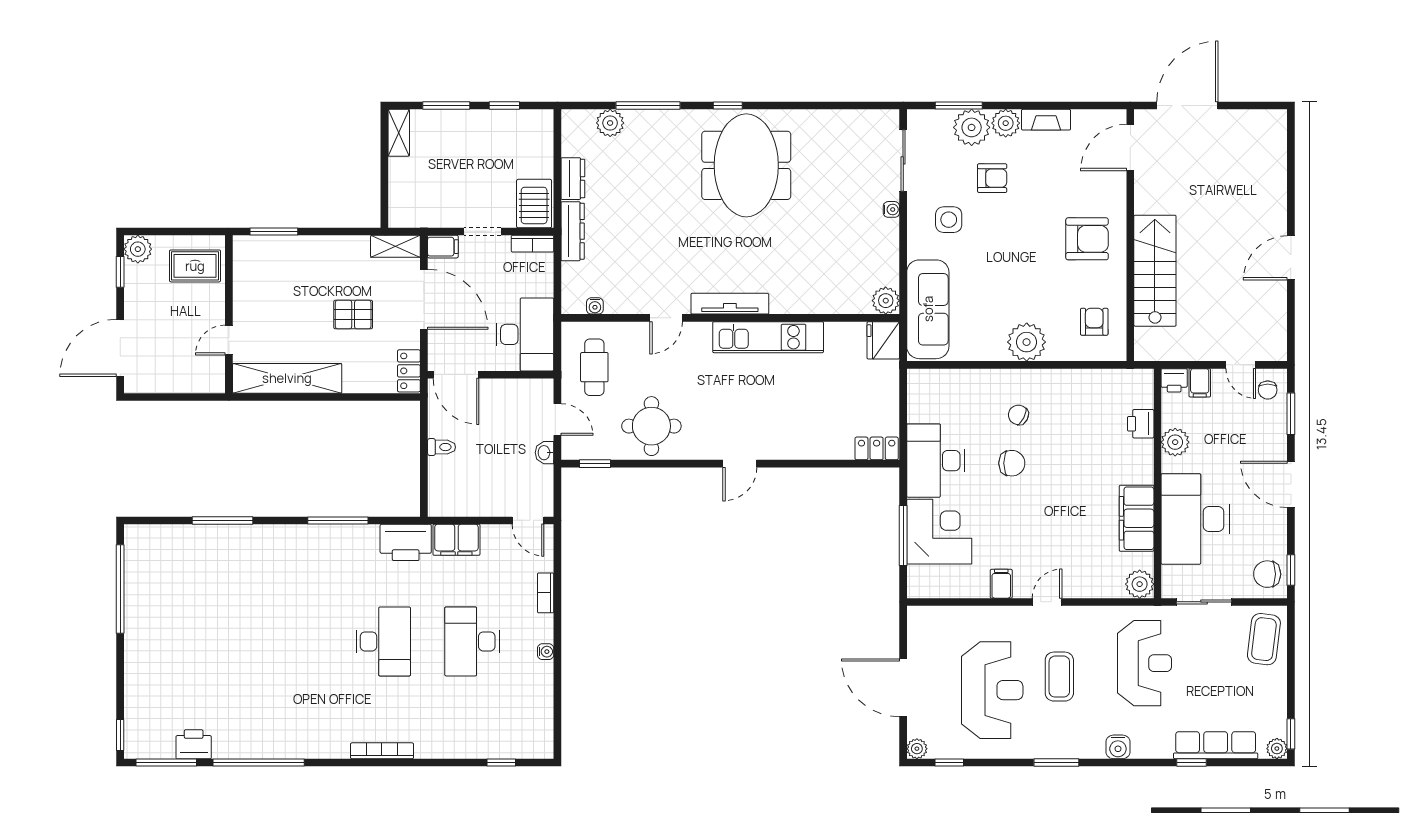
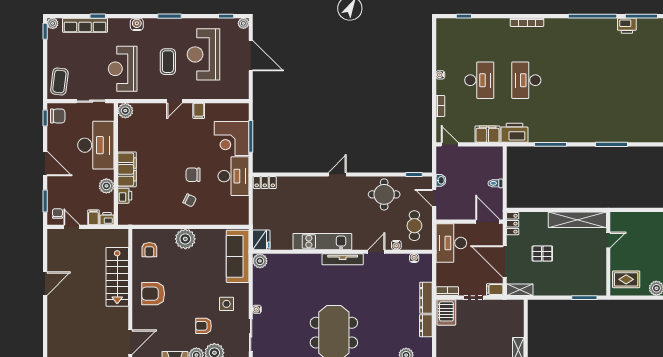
water cooler: (629, 331) -> (396, 245), added
filing cabinet: (1137, 518) -> (127, 169), moved

